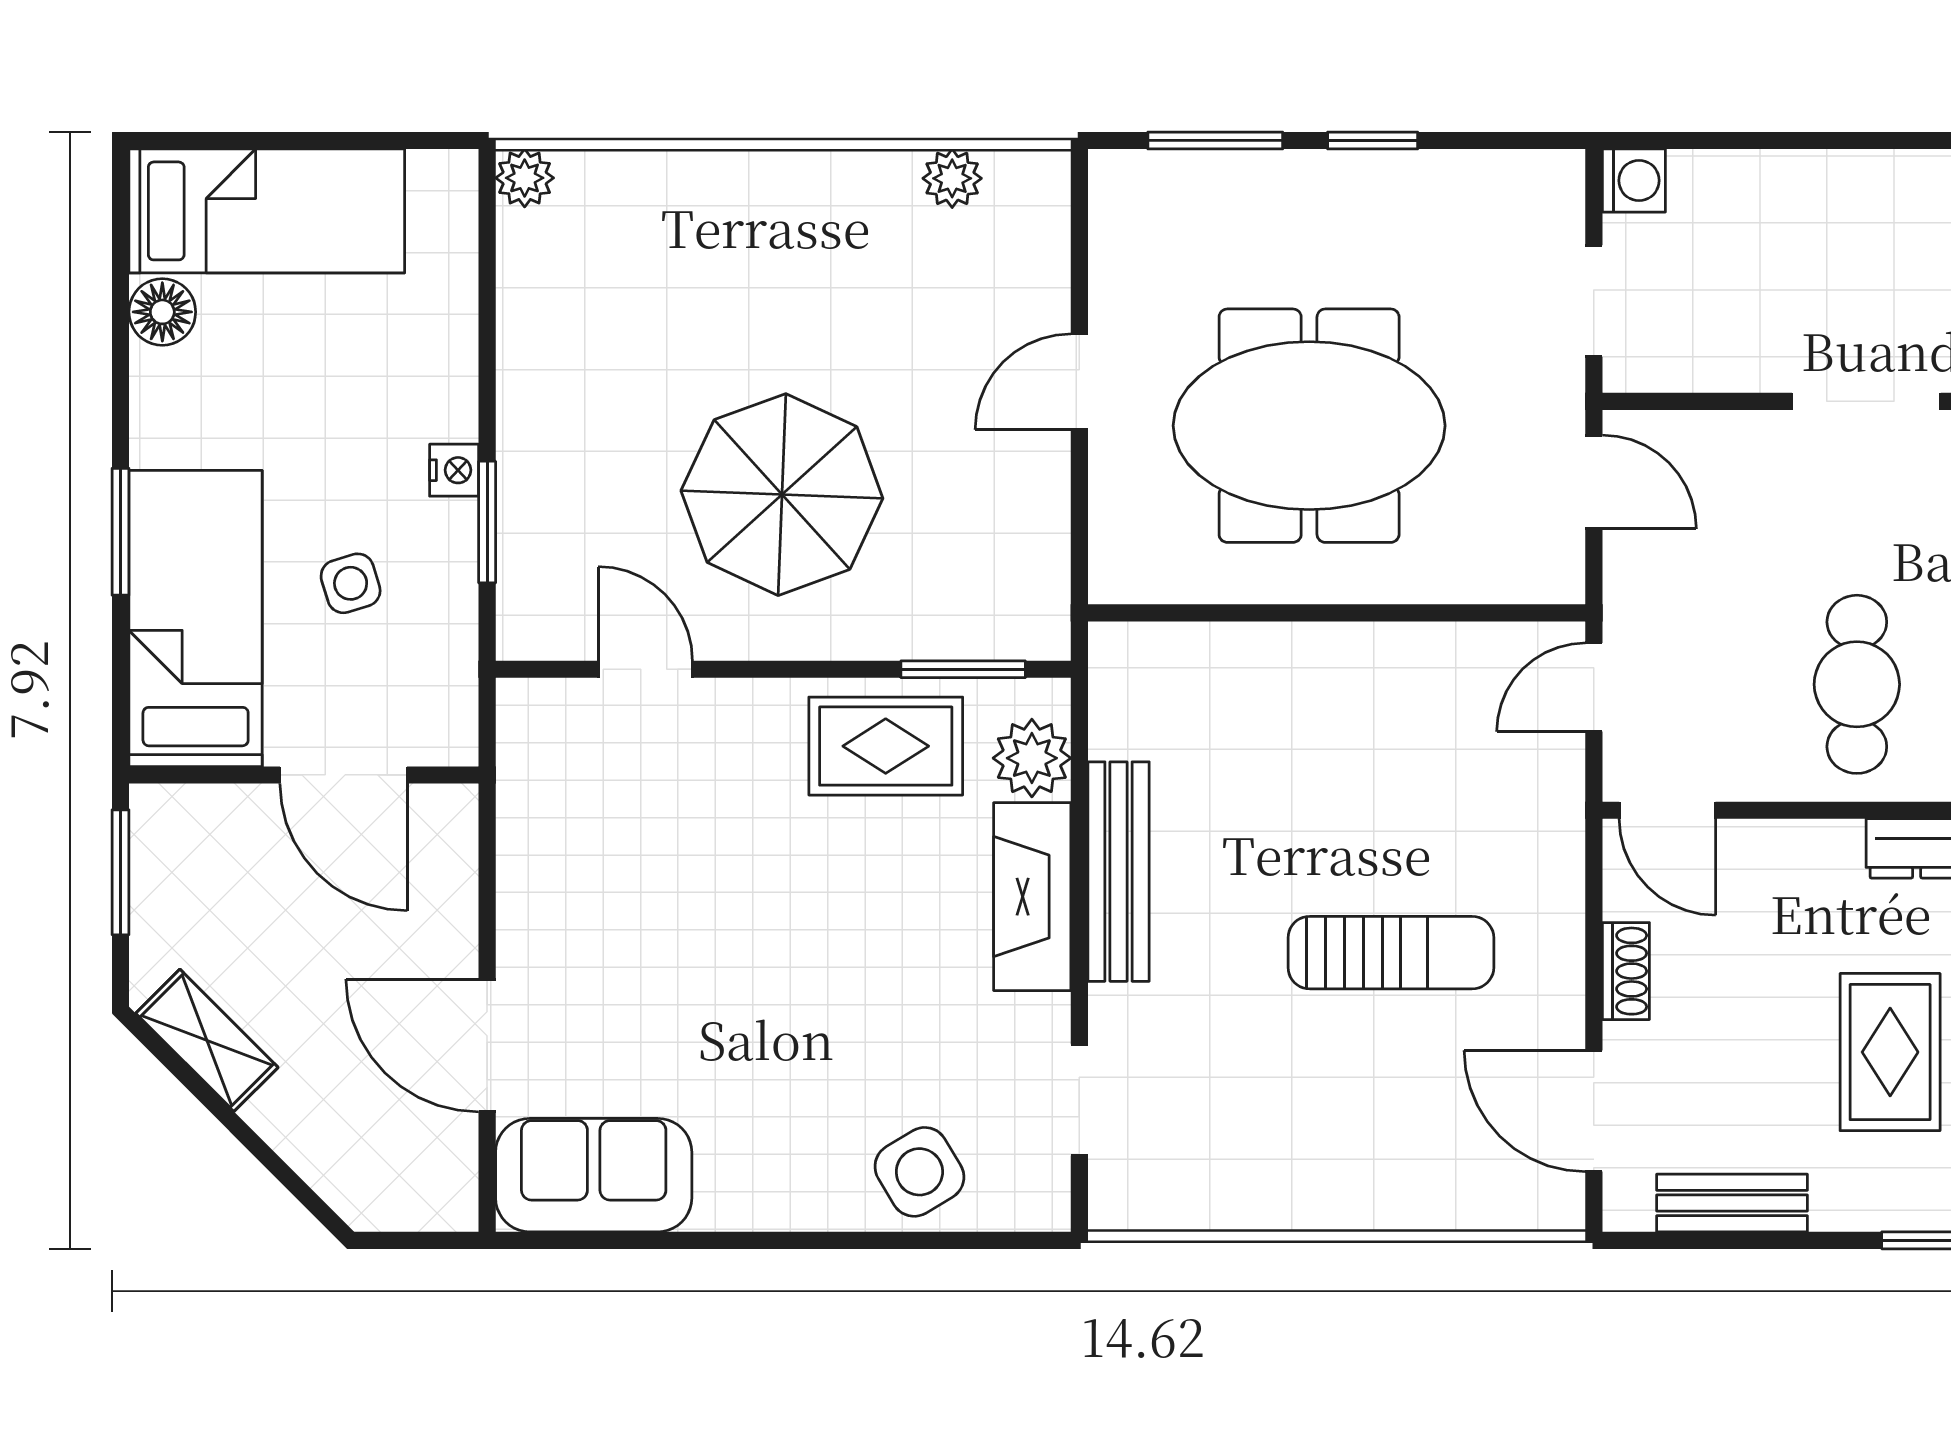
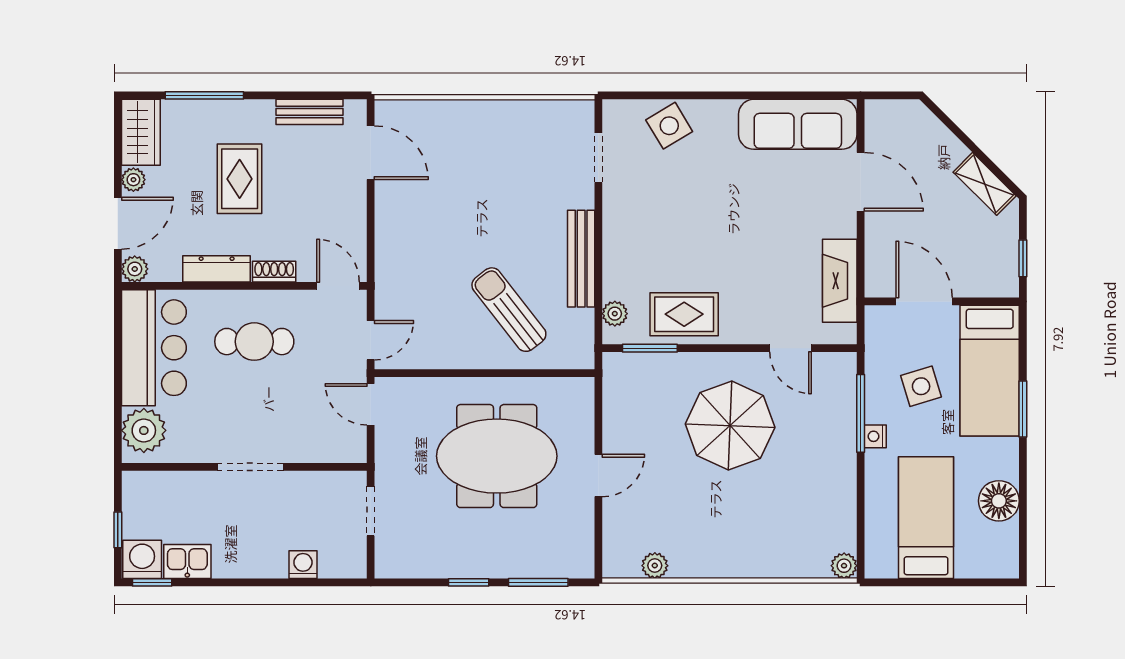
washing machine: (1634, 180) -> (303, 565), moved, turned 90
bed: (267, 211) -> (926, 518), moved, turned 90
floor lamp: (162, 312) -> (999, 501), width x1.38, depth x1.38
door: (1594, 482) -> (371, 404), moved
window: (487, 522) -> (861, 413), width x1.44
side table: (351, 583) -> (921, 386), width x1.37, depth x1.37
cafe table: (1857, 684) -> (254, 342), turned 90
plant: (1032, 758) -> (615, 314), width x0.73, depth x0.73
window: (120, 872) -> (1023, 258), width x0.67
fireplace: (1032, 897) -> (840, 281), moved, turned 180
sun lounger: (1391, 953) -> (509, 310), moved, turned 52
shoe rack: (1626, 971) -> (274, 272), moved, turned 90
sofa: (594, 1175) -> (798, 124), width x1.36

